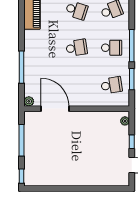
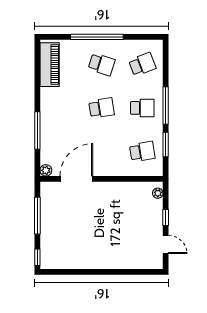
door: (55, 109) -> (76, 179), hinge flipped

